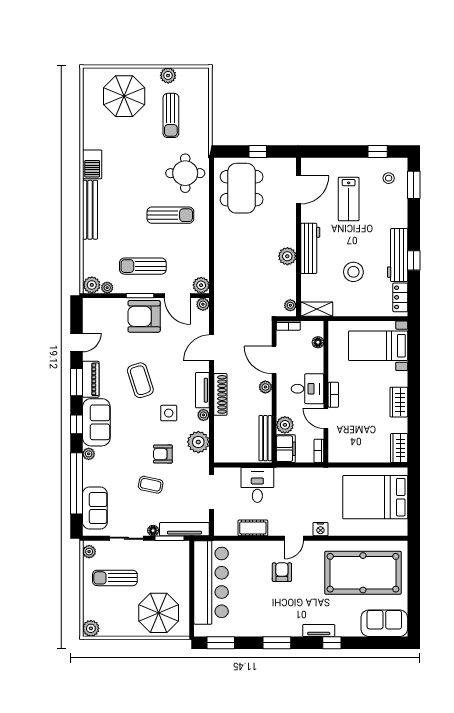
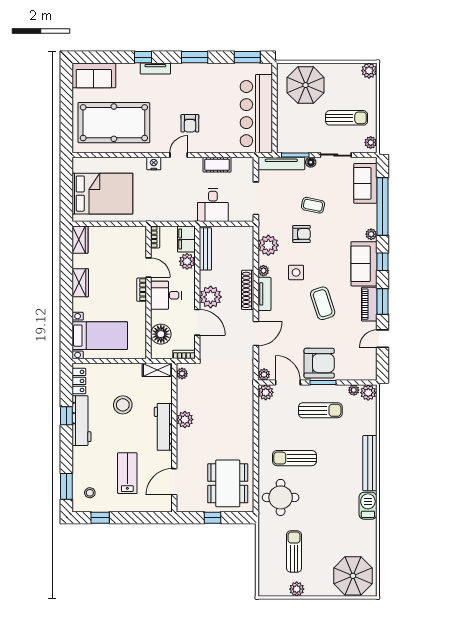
parasol: (124, 96) -> (353, 576), moved
floor lamp: (318, 342) -> (161, 334), width x1.89, depth x1.89
plant: (265, 387) -> (211, 297), width x1.87, depth x1.87

